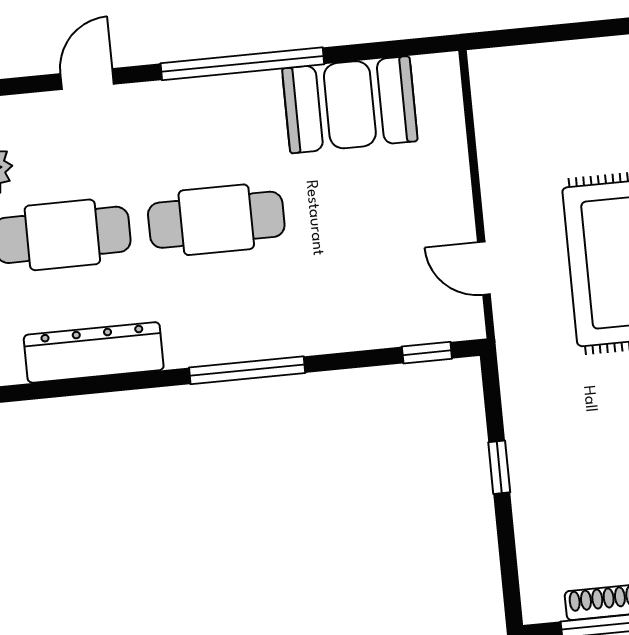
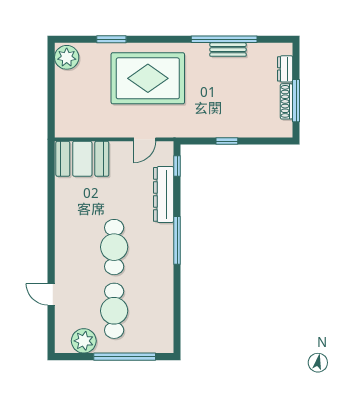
window: (242, 64) -> (51, 230), removed
booth: (350, 105) -> (82, 159), moved, turned 90
dresser: (94, 352) -> (164, 194), moved

